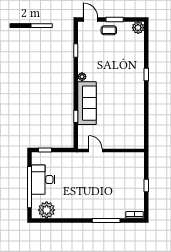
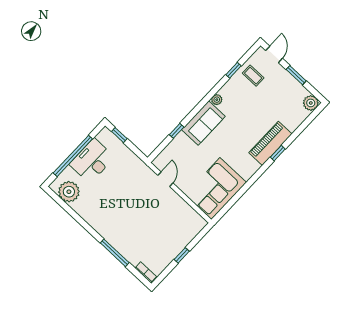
coffee table: (109, 30) -> (253, 76), moved
piano: (137, 73) -> (270, 143), added
sofa: (87, 103) -> (203, 123), width x0.73
corner sofa: (130, 129) -> (216, 189), added

